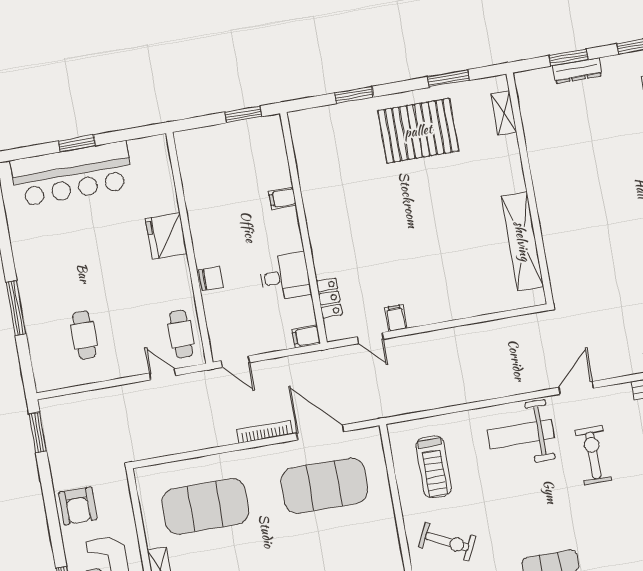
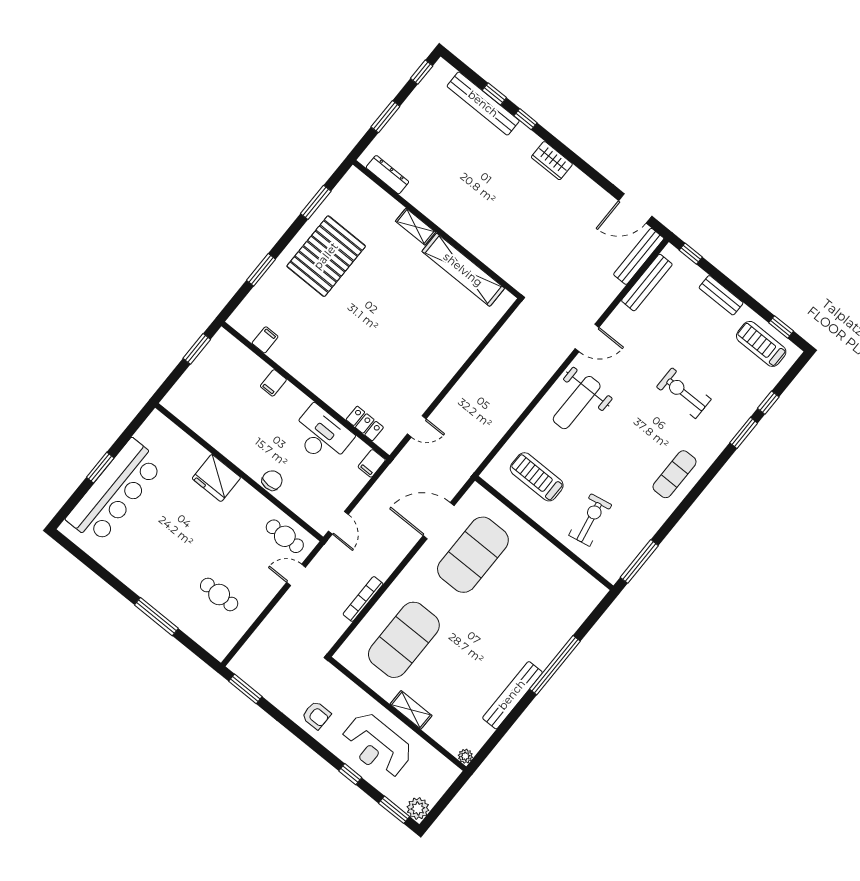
dresser: (577, 71) -> (387, 175), moved, turned -90
shelving: (504, 113) -> (415, 227), moved
desk: (285, 277) -> (322, 435), width x1.37
filing cabinet: (396, 318) -> (265, 340), moved, turned 90
door: (235, 362) -> (338, 523), hinge flipped
door: (576, 388) -> (587, 338), swing flipped
bookcase: (265, 432) -> (363, 599), moved
exercise bike: (593, 455) -> (684, 393), moved
treadmill: (434, 467) -> (537, 477), turned 180
armchair: (78, 506) -> (316, 715), width x0.72, depth x0.72
exercise bike: (447, 542) -> (590, 520), turned -37

